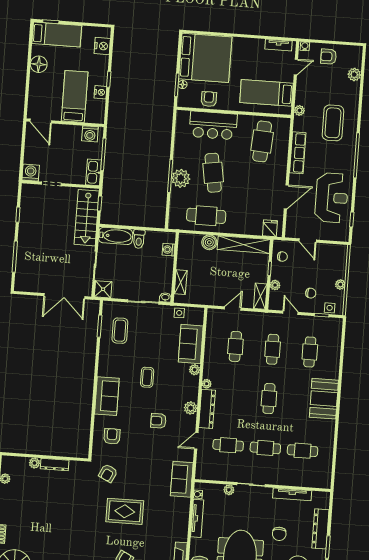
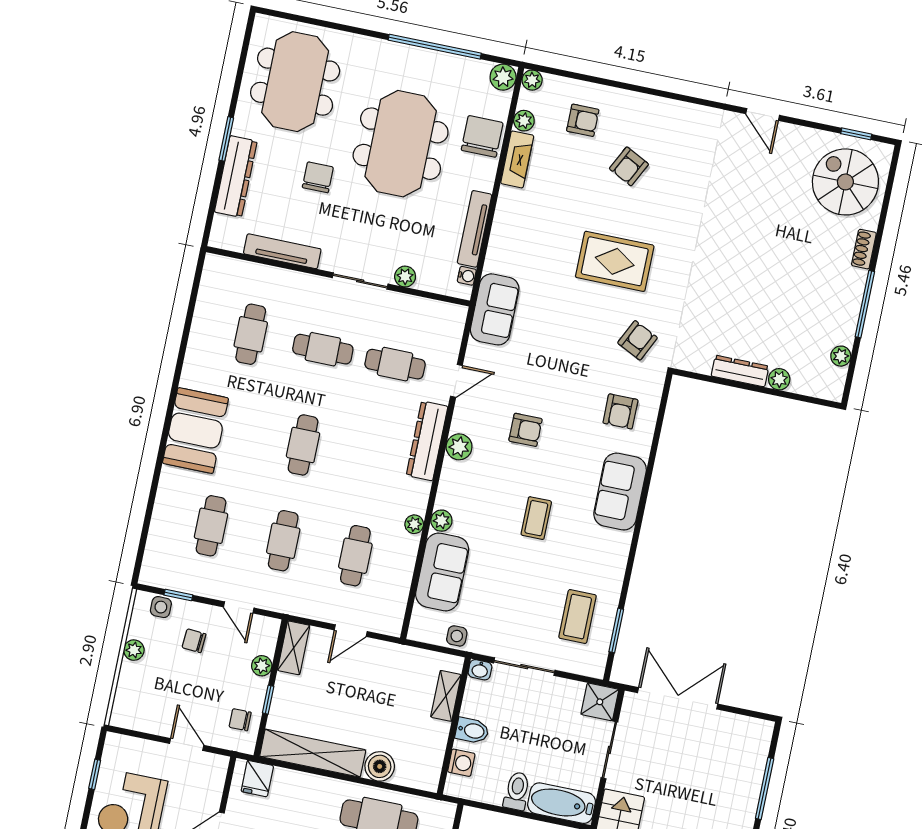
bidet: (165, 266) -> (472, 731), added
plant: (207, 384) -> (414, 524), moved
cafe table: (303, 451) -> (251, 334), turned 90

